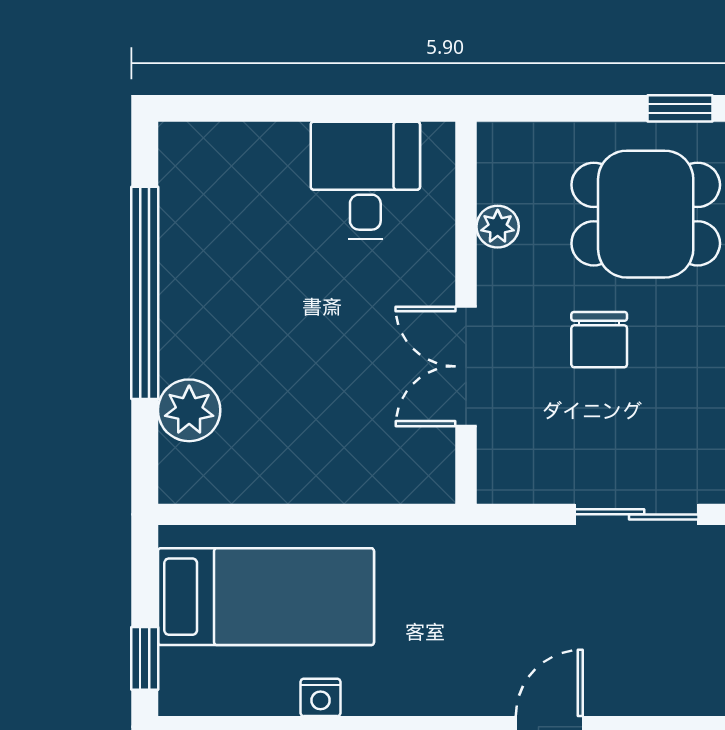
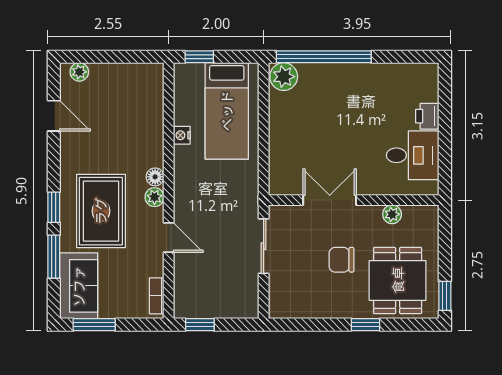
printer: (278, 148) -> (427, 116), added
window: (145, 293) -> (324, 57), moved
plant: (189, 410) -> (284, 77), moved
sliding door: (637, 514) -> (264, 246), moved

